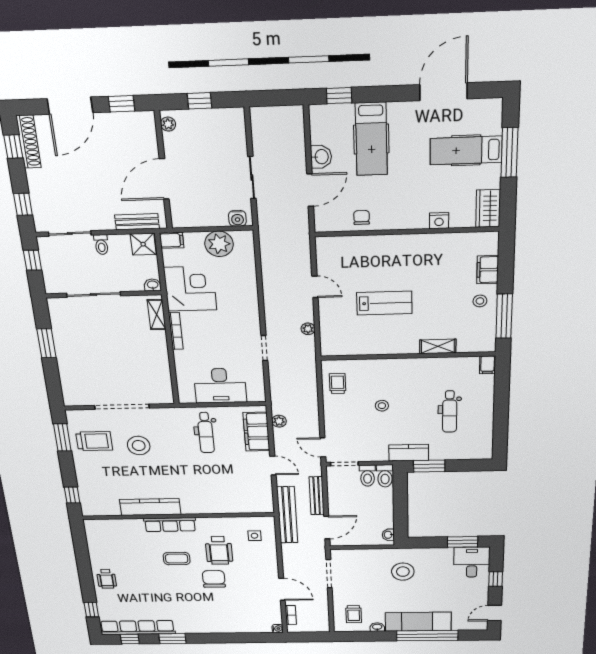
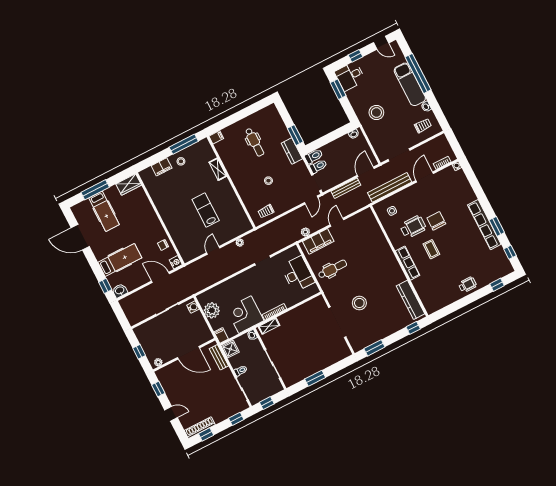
door: (70, 106) -> (171, 414), width x0.53
washbasin: (321, 157) -> (120, 291), moved
nightstand: (439, 221) -> (176, 262), moved
dental chair: (450, 412) -> (255, 142), turned 90
trolley: (94, 441) -> (368, 329), removed
kitchen counter: (150, 507) -> (411, 300), moved
bench: (287, 515) -> (390, 187), moved
door: (327, 528) -> (366, 172), hinge flipped
chair: (214, 579) -> (436, 221), turned 90
row of seats: (137, 628) -> (484, 225), moved

